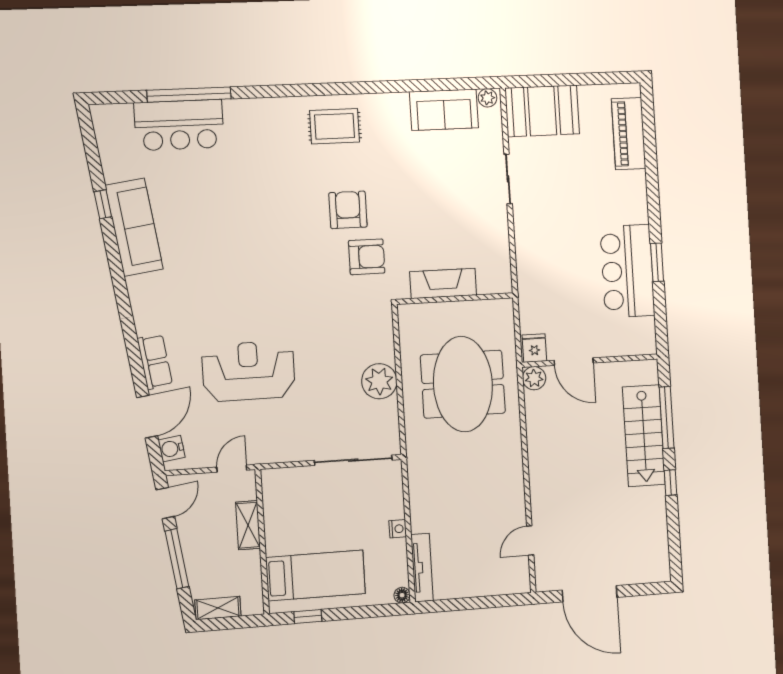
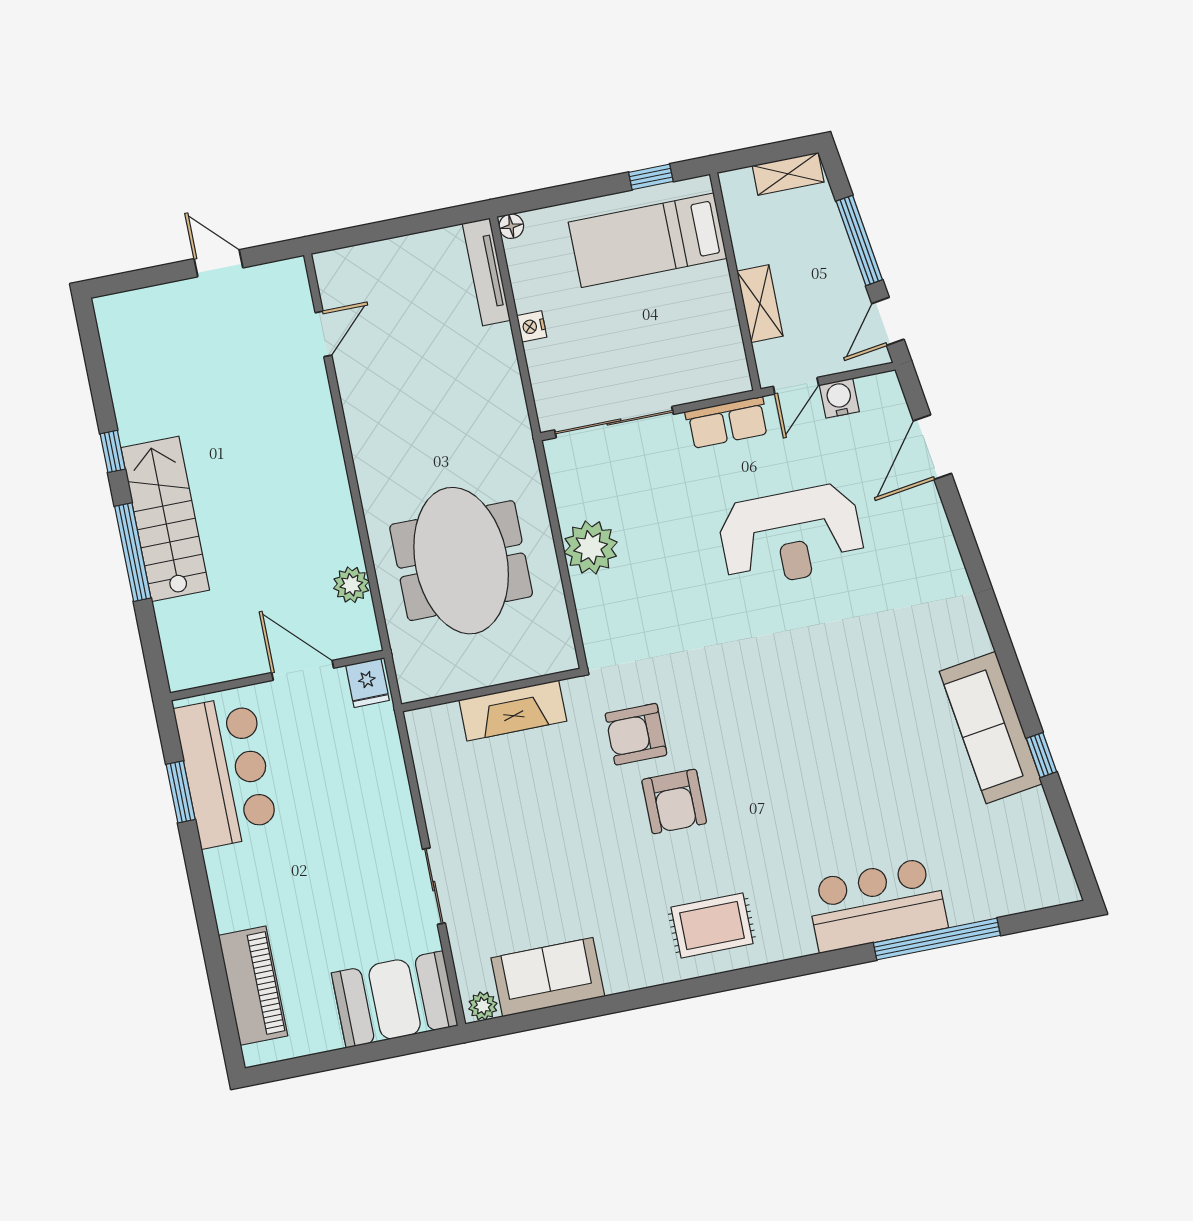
bar counter: (179, 125) -> (877, 905), moved
fridge: (534, 348) -> (367, 683), moved
wall: (590, 361) -> (277, 675), moved
row of seats: (155, 362) -> (727, 422), moved, turned -82
door: (574, 362) -> (303, 670), moved
water cooler: (172, 449) -> (839, 398), moved, turned -82
door: (590, 594) -> (218, 263), width x0.53

